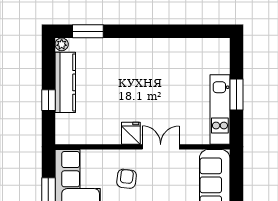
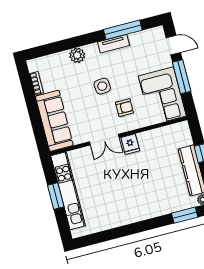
kitchen unit: (220, 109) -> (68, 191), width x1.36
armchair: (127, 179) -> (124, 108), turned -97

